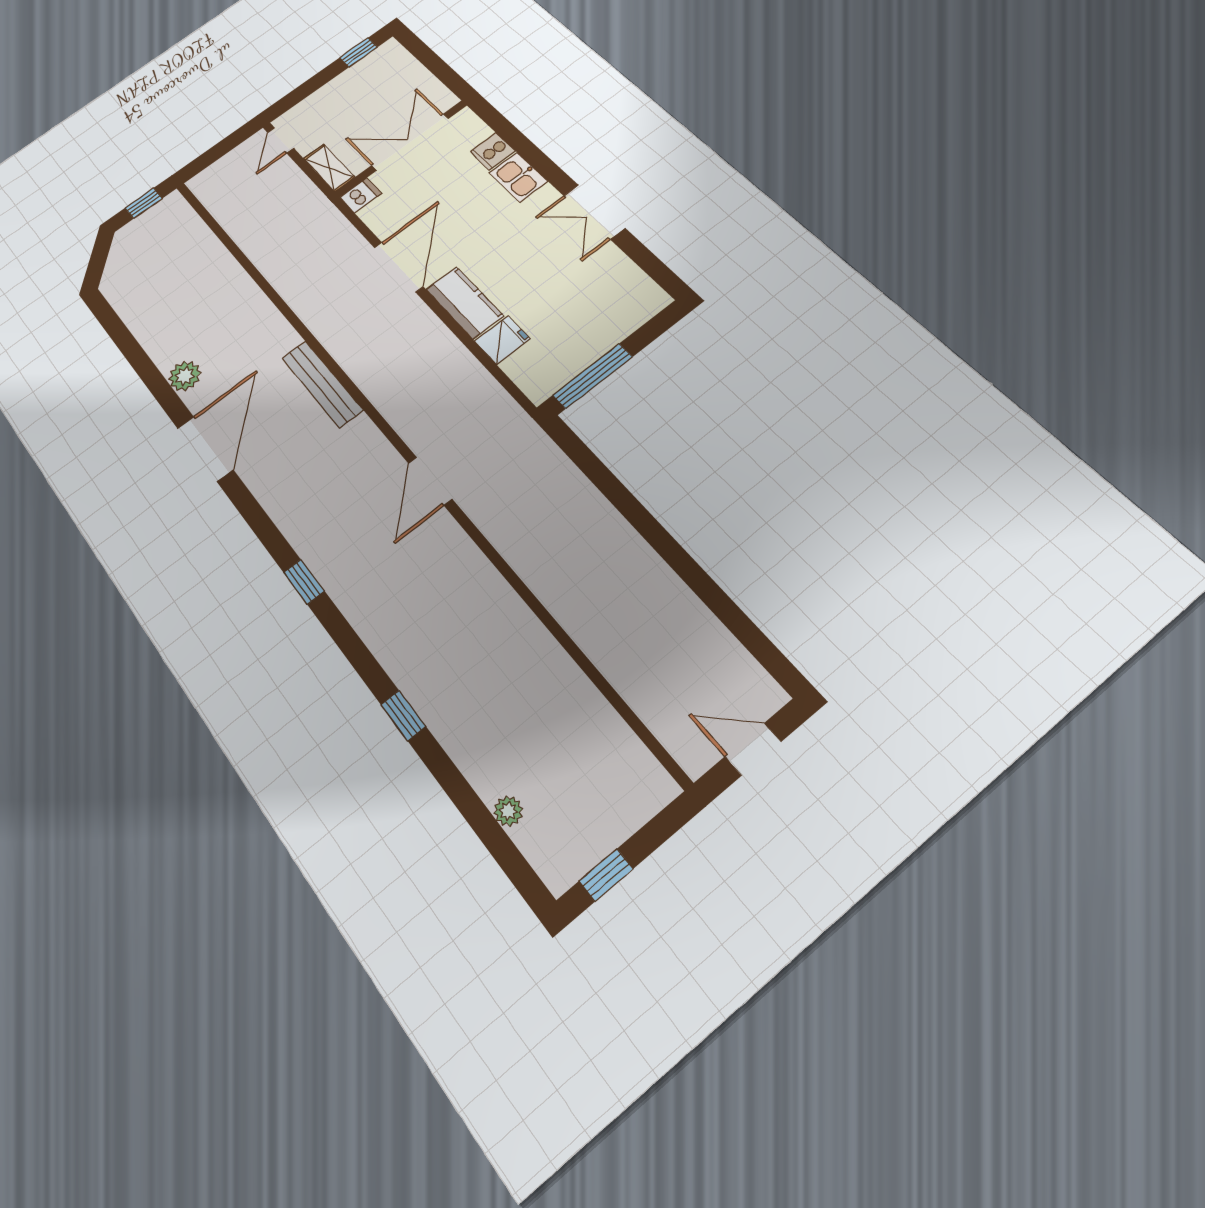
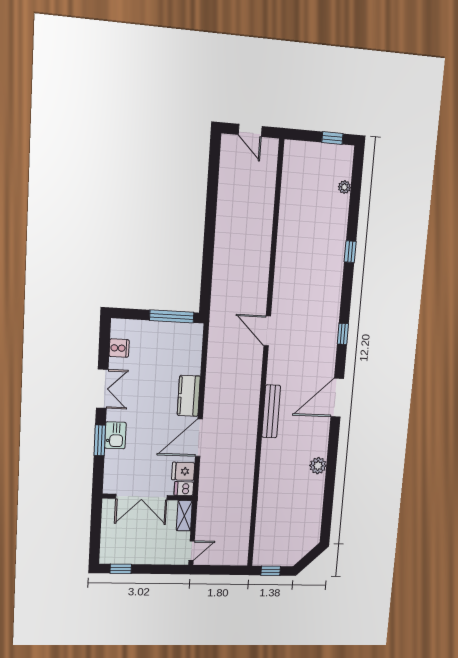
cooker: (493, 151) -> (119, 348), moved
window: (533, 155) -> (100, 440), added
fridge: (502, 340) -> (183, 471), moved
door: (205, 449) -> (337, 398), moved
door: (430, 481) -> (267, 331), swing flipped

